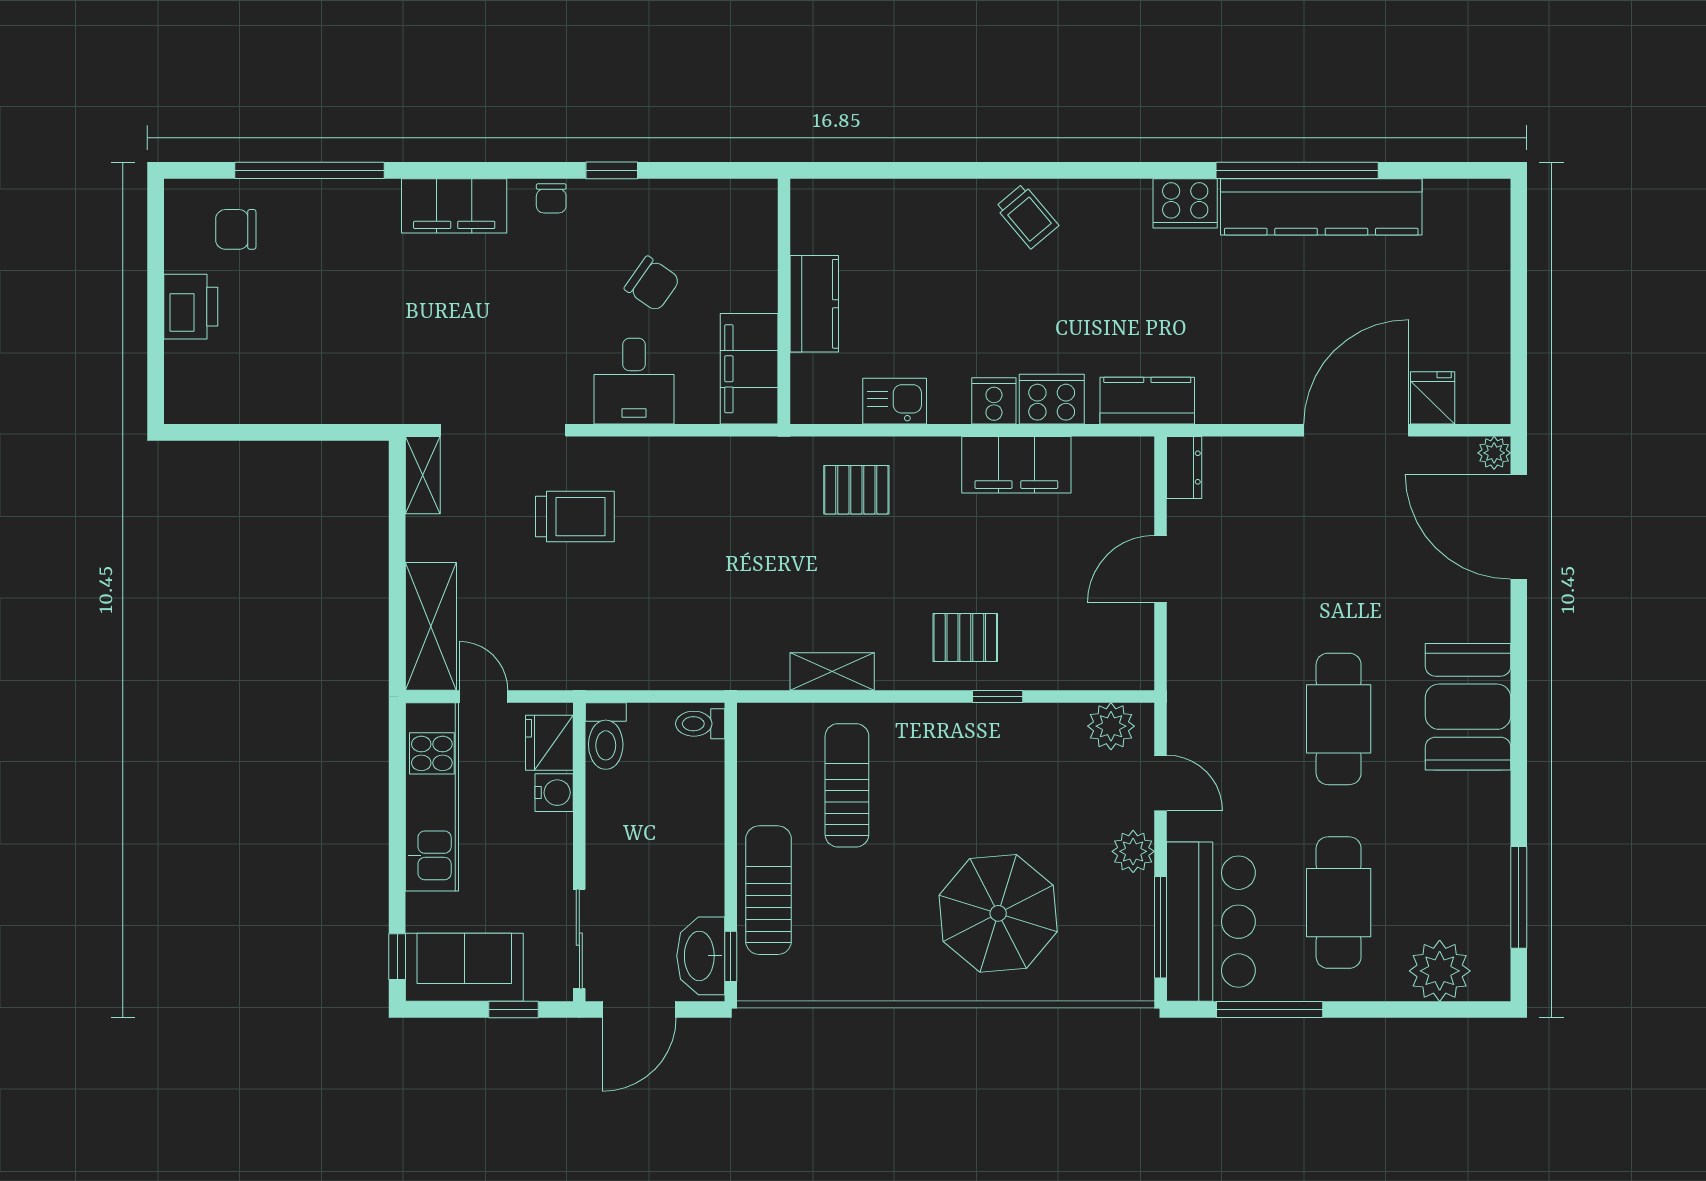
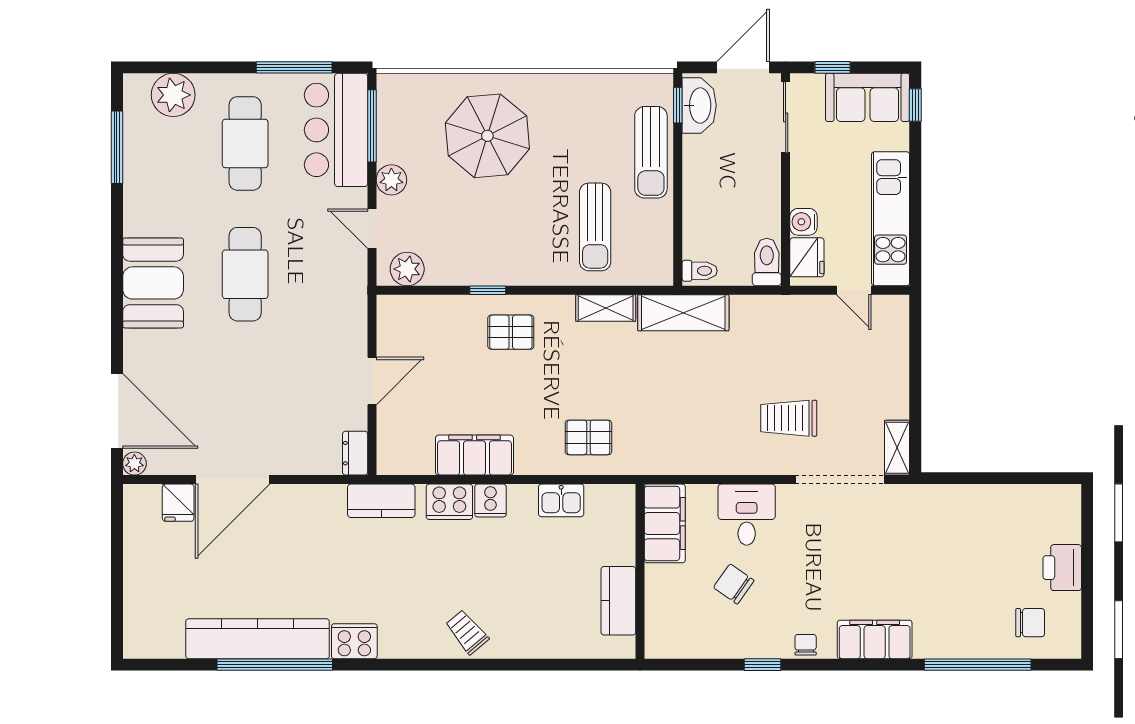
kitchen counter: (814, 304) -> (618, 601), moved
shelving: (431, 626) -> (683, 313), moved, turned 90

